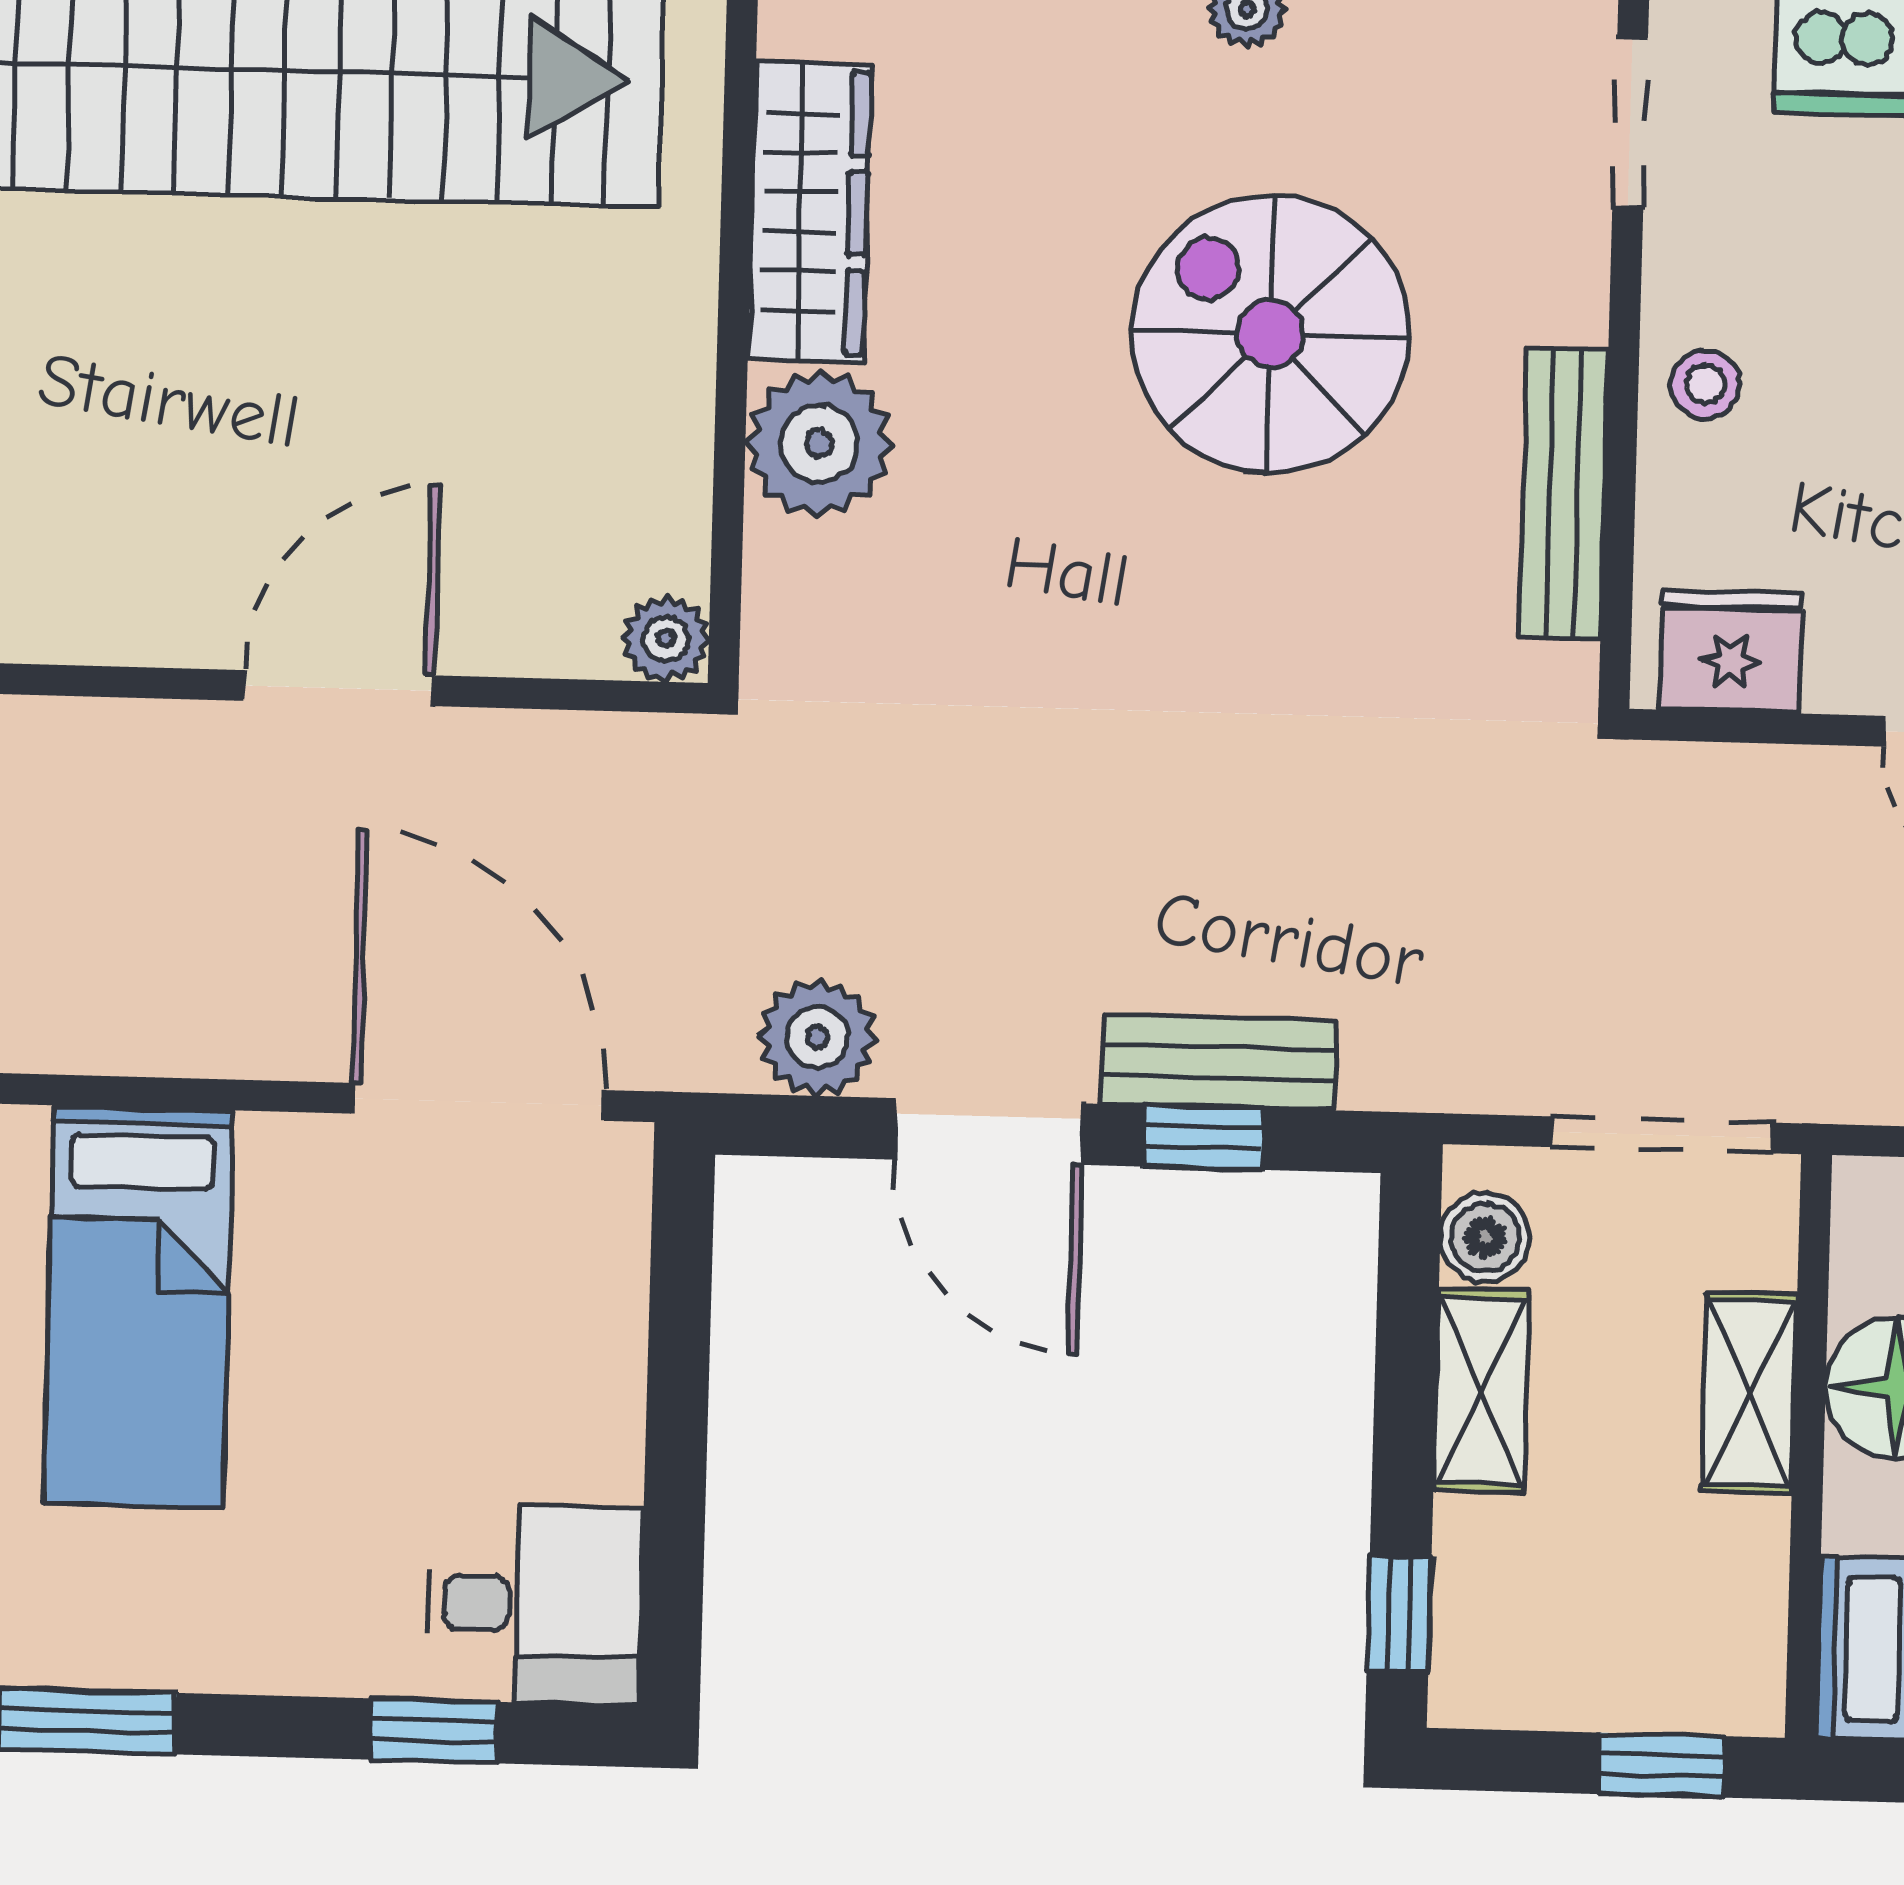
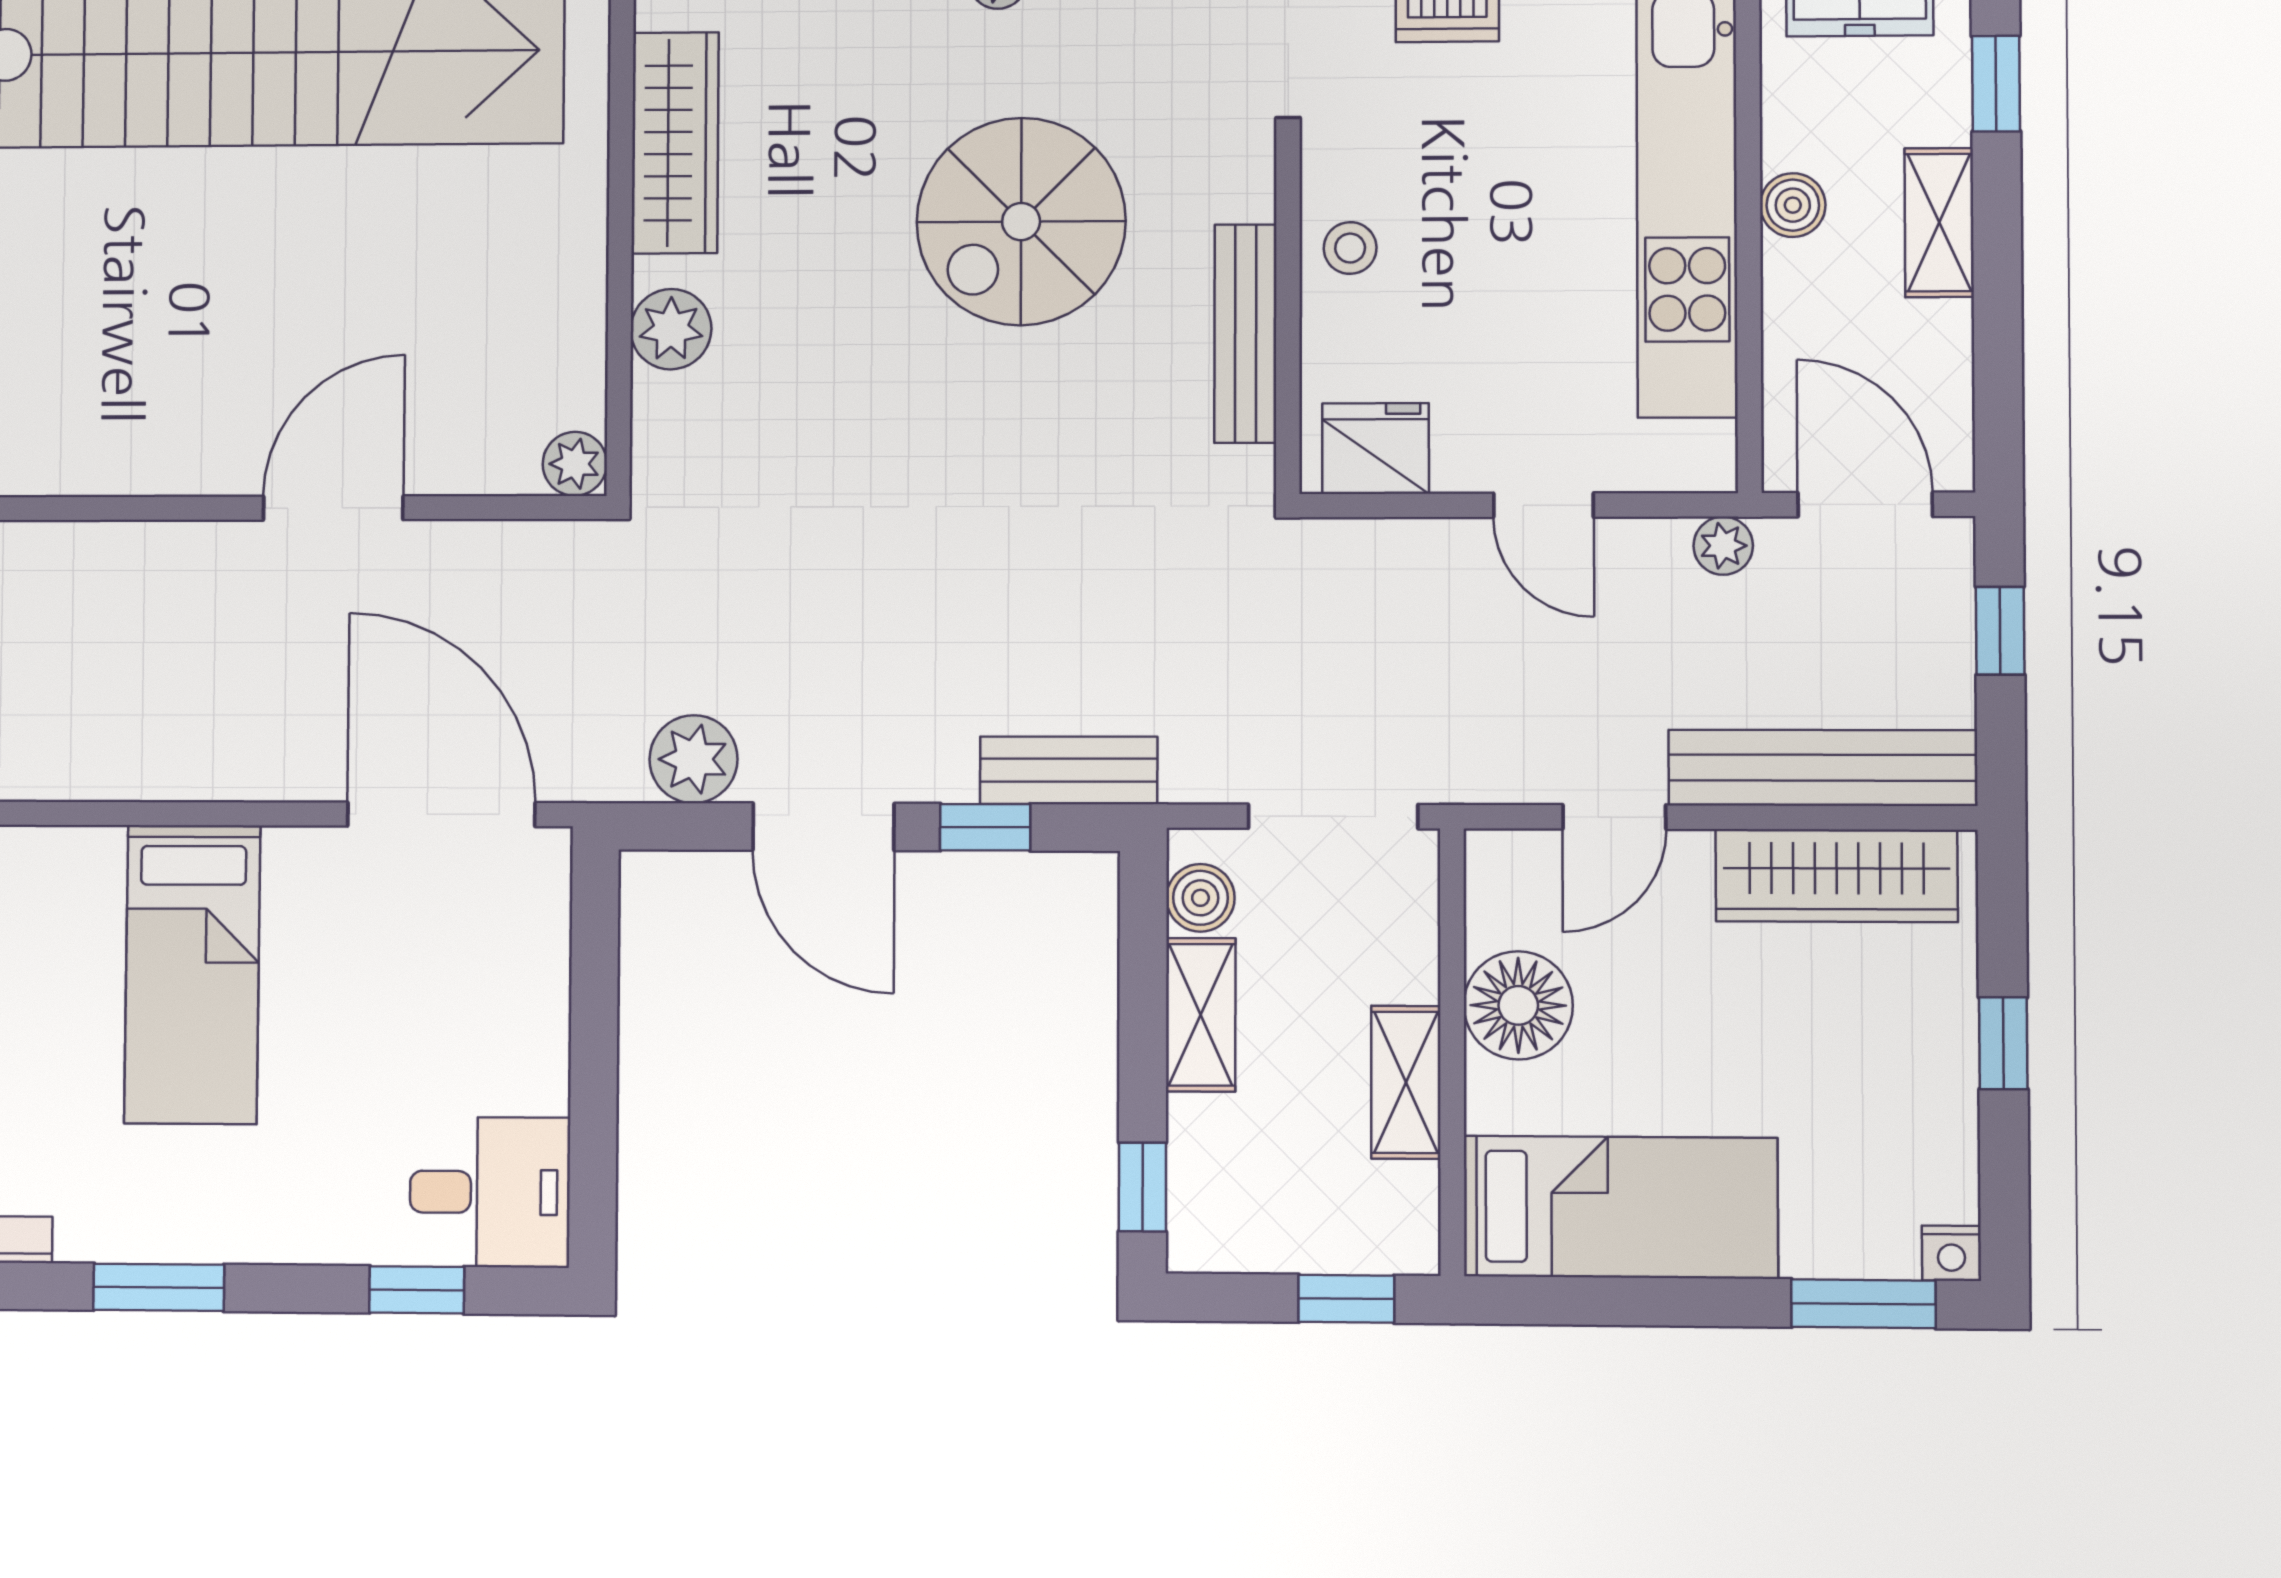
spiral stairs: (1270, 334) -> (1021, 222), turned -90
plant: (819, 443) -> (671, 329), width x0.73, depth x0.73
bench: (1219, 1063) -> (1069, 770), moved
shelving: (1750, 1393) -> (1406, 1082), moved

